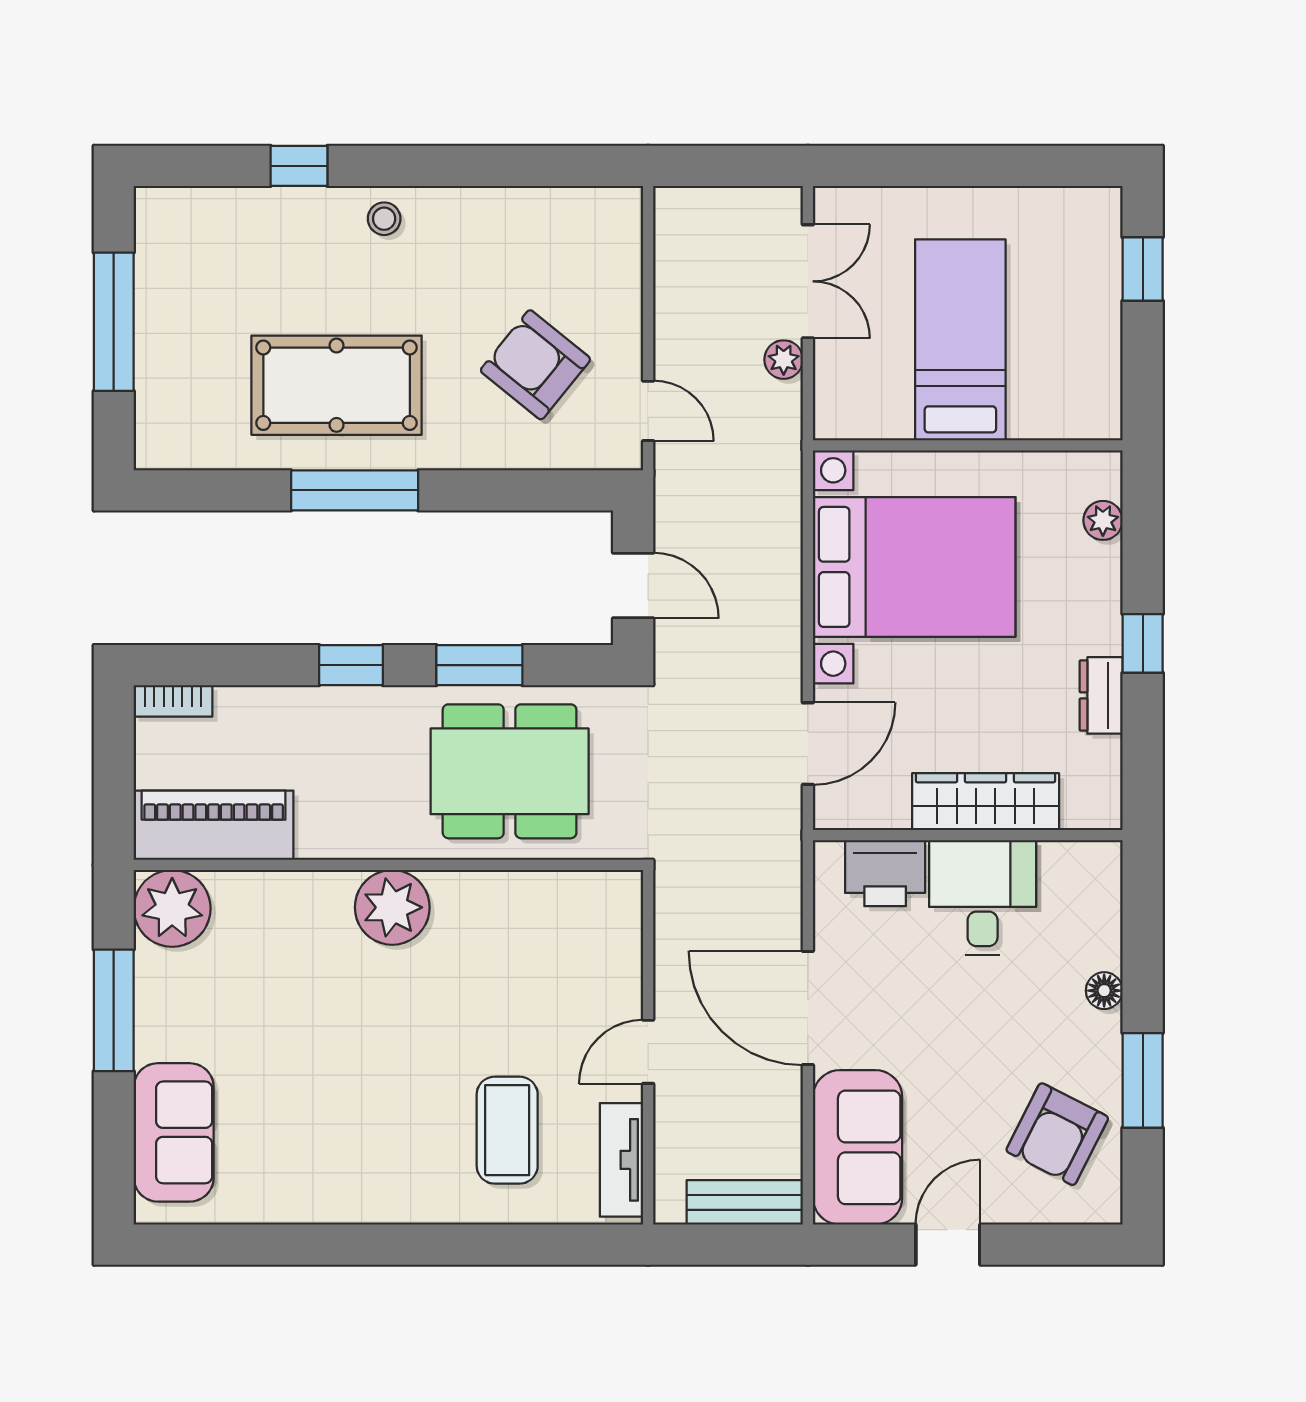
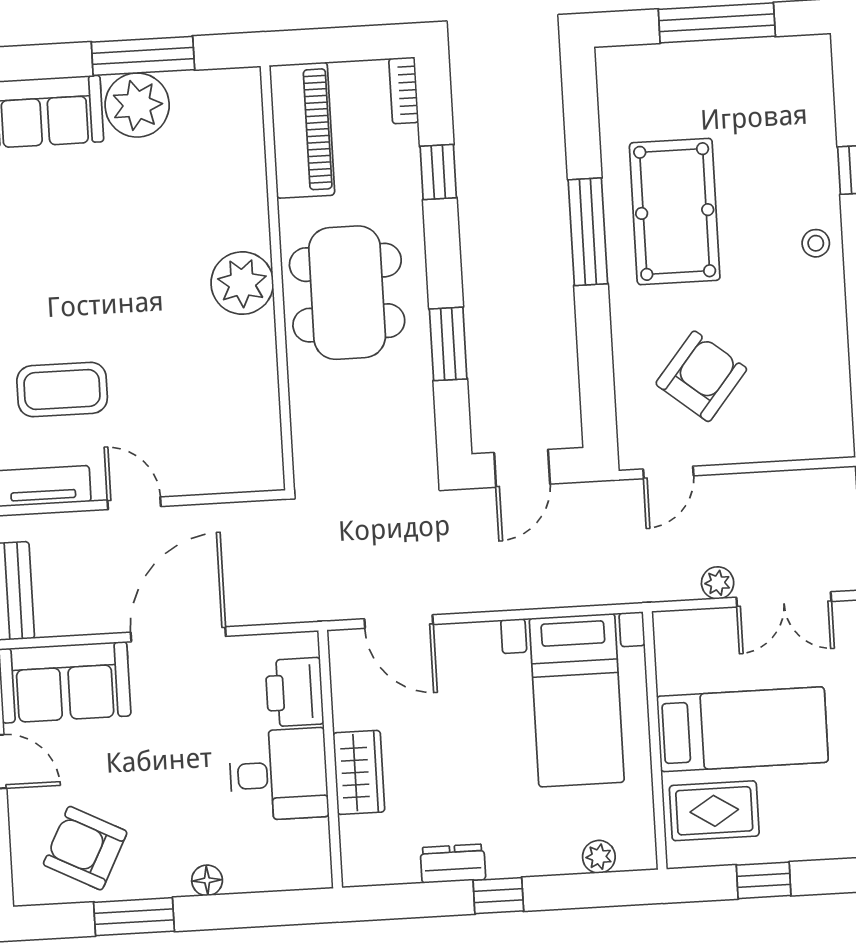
window: (1143, 269) -> (764, 880), moved
rug: (1056, 379) -> (714, 811), added
bed with nightstands: (914, 567) -> (577, 700), width x0.73
window: (351, 665) -> (438, 172), moved
dining table: (510, 771) -> (347, 293), moved
wardrobe: (986, 802) -> (359, 772), width x0.67
plant: (172, 908) -> (137, 105), moved

